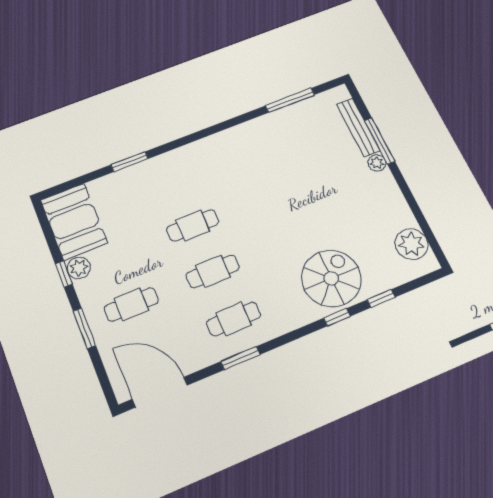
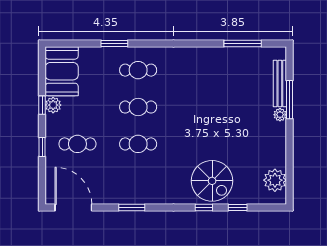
spiral stairs: (331, 278) -> (212, 181), turned 90
cafe table: (234, 319) -> (138, 70), moved
window: (84, 328) -> (42, 147), width x0.67

